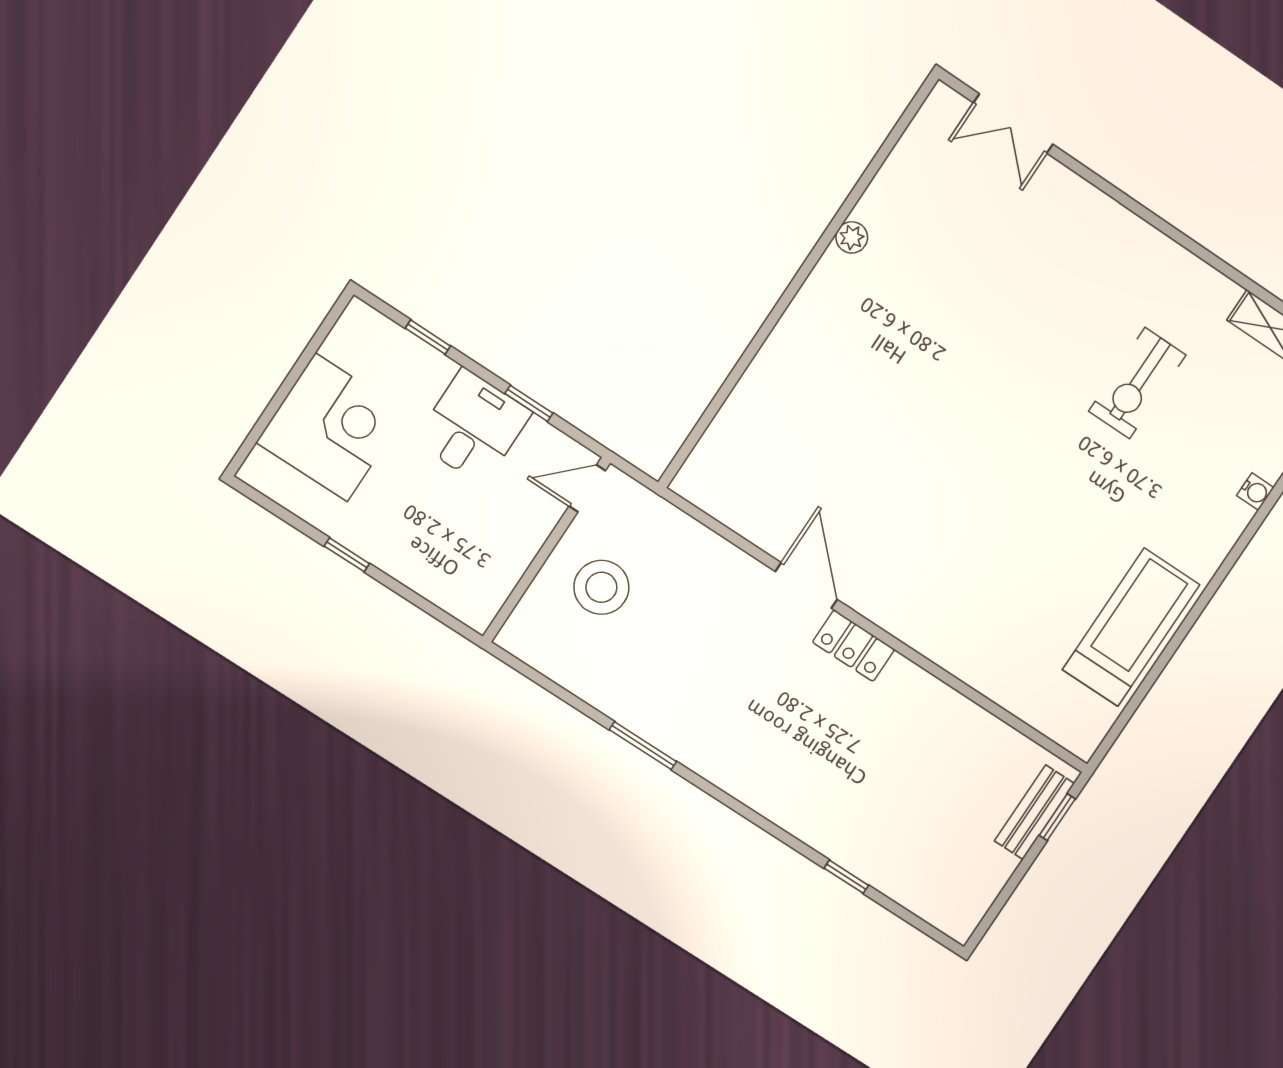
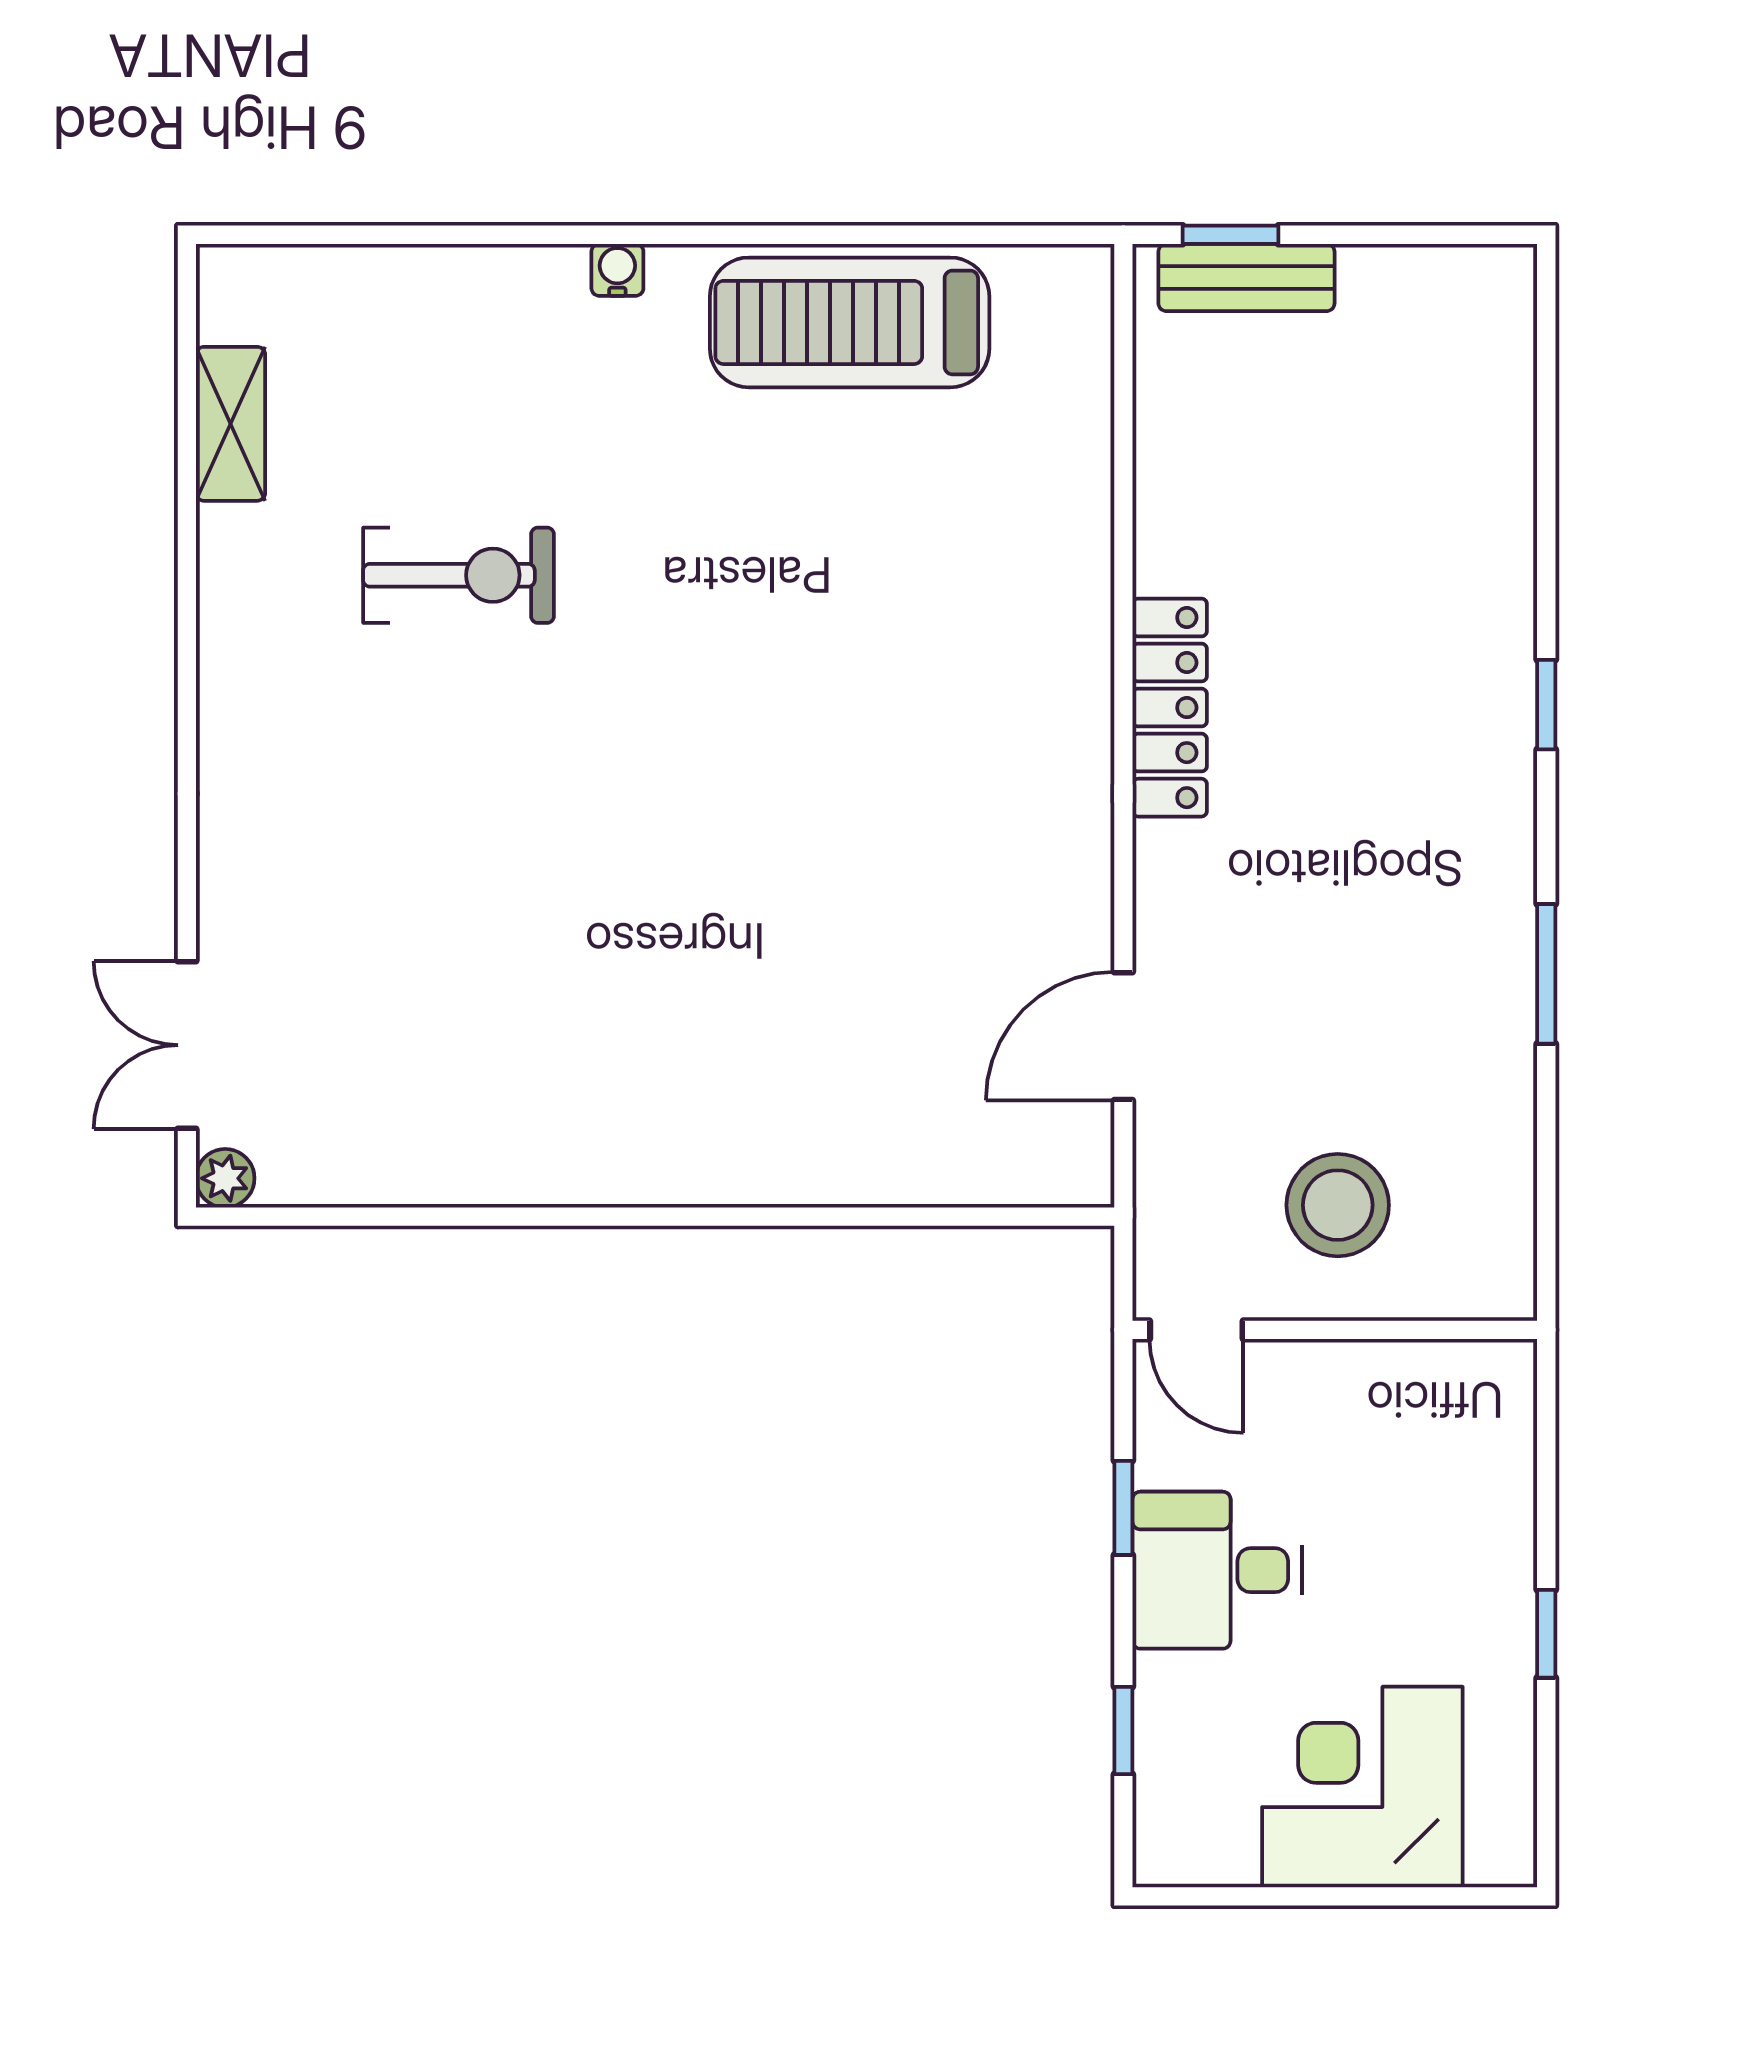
double door: (1013, 124) -> (187, 1045), swing flipped
plant: (852, 237) -> (225, 1178), moved
water cooler: (1255, 491) -> (617, 270), moved
door: (806, 586) -> (1123, 1036), moved
locker: (853, 646) -> (1170, 708), width x1.53
window: (846, 877) -> (1546, 705), moved

